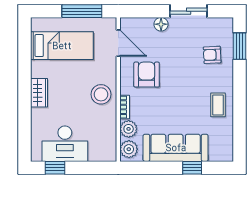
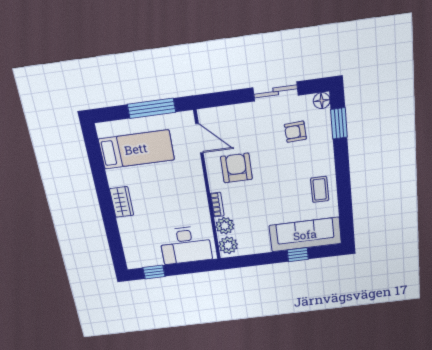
floor lamp: (161, 24) -> (322, 101), moved
armchair: (212, 55) -> (295, 132), moved
stool: (101, 94) -> (189, 195), removed
desk: (65, 144) -> (186, 245), moved
sofa: (176, 148) -> (305, 235), moved

